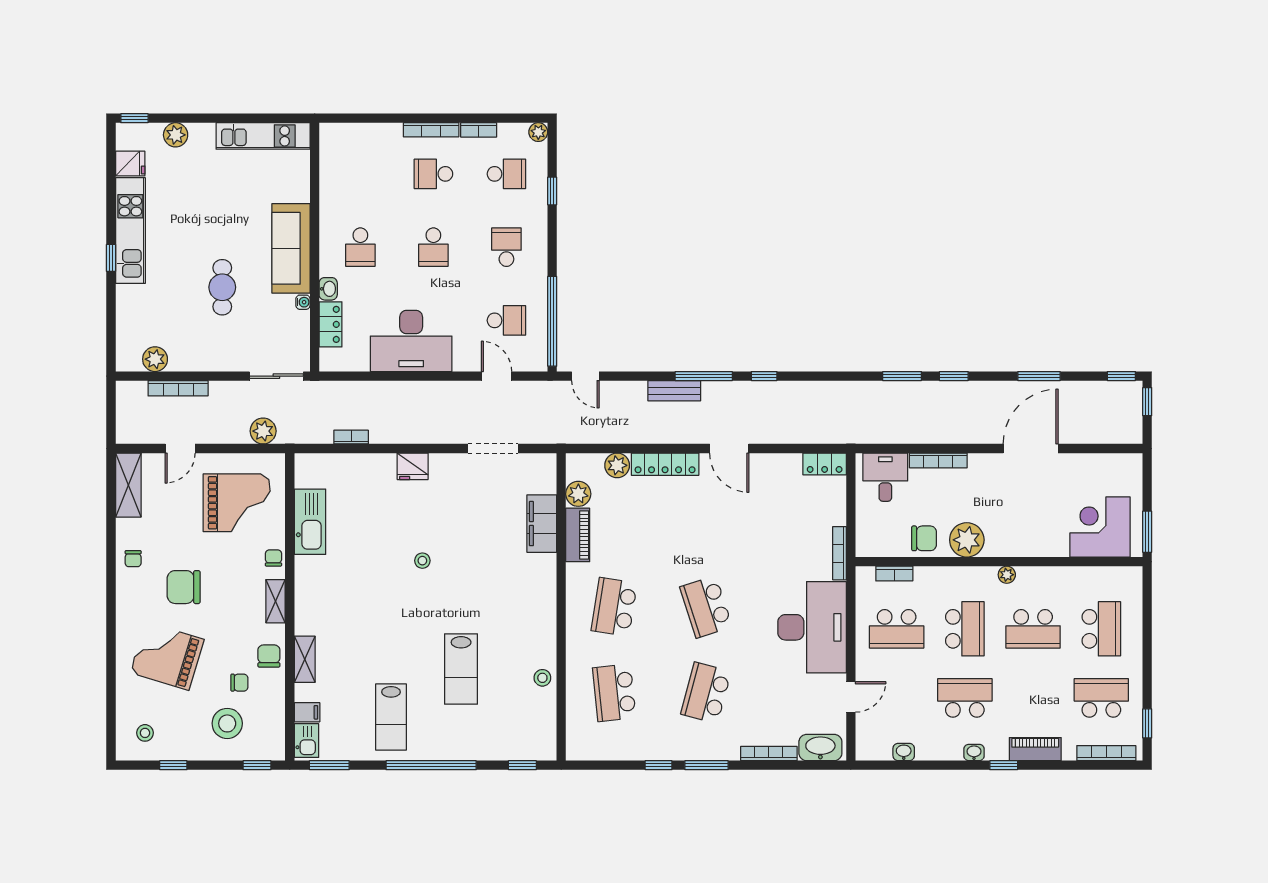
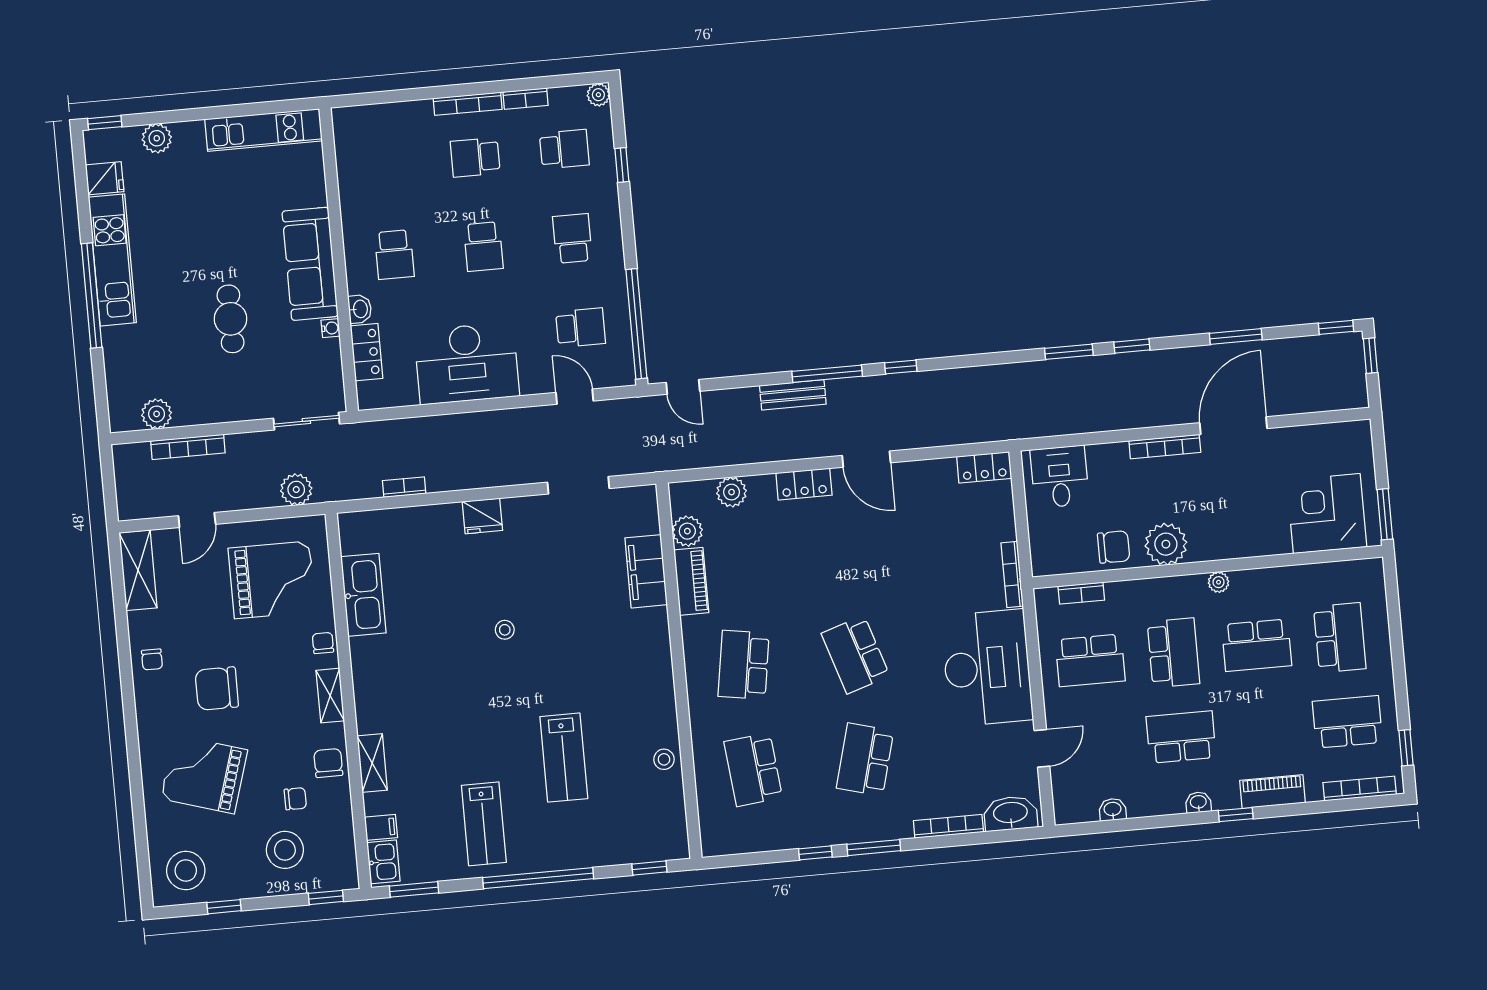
window: (111, 258) -> (92, 295), width x3.17
bookcase: (938, 460) -> (1165, 447), moved
locker: (665, 464) -> (804, 484), width x0.66
stool: (145, 733) -> (186, 870), width x1.89, depth x1.89

